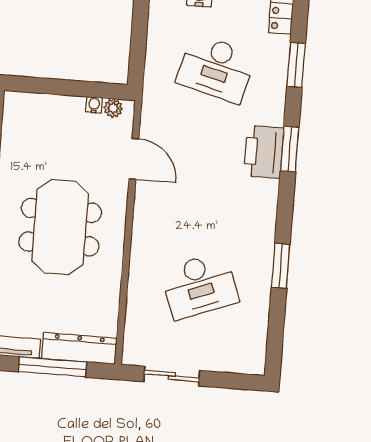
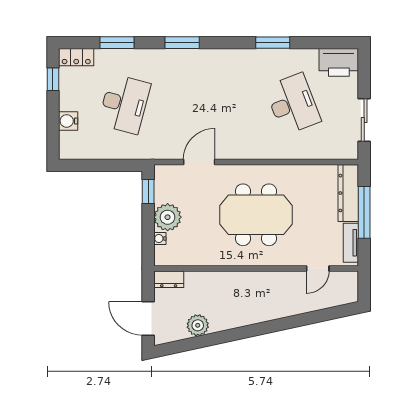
window: (101, 90) -> (148, 191), added
water cooler: (94, 105) -> (160, 238), moved
plant: (113, 108) -> (168, 217), moved, width x1.88, depth x1.88
printer: (264, 152) -> (339, 62), moved

